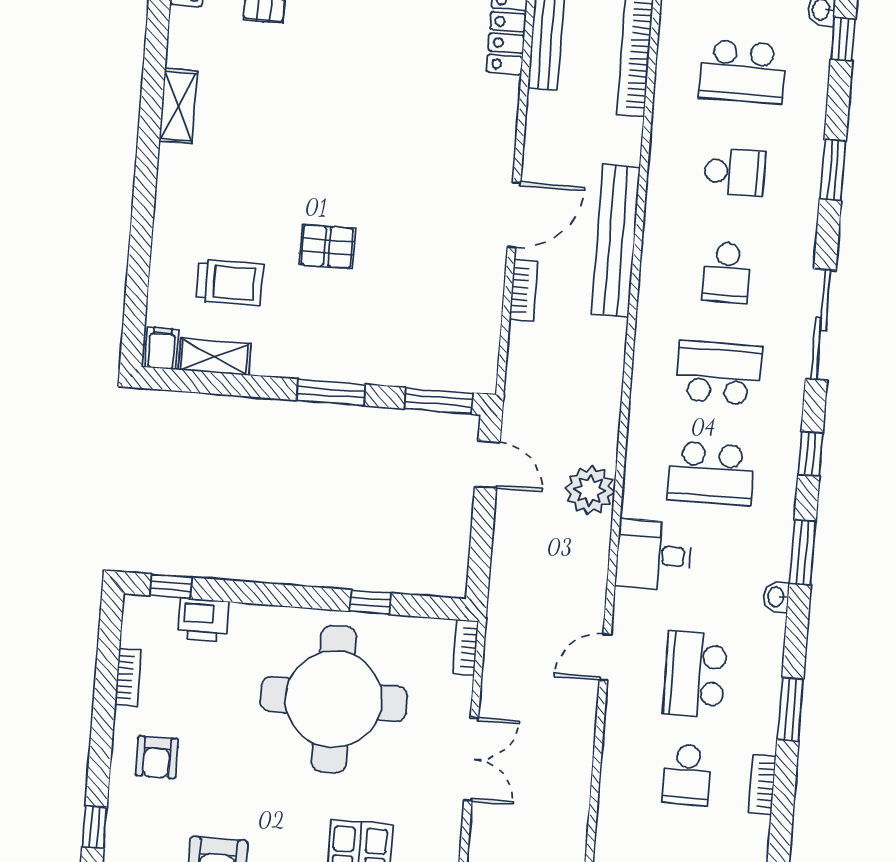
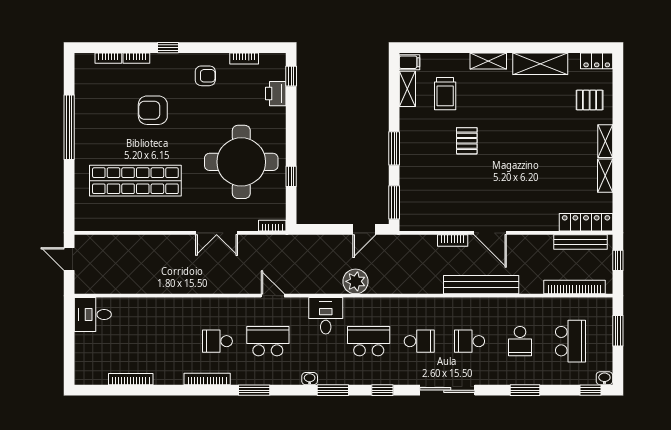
school desk: (742, 72) -> (570, 341), turned 180
shelving: (178, 106) -> (540, 64), width x1.50, depth x1.33
shelving: (171, 191) -> (488, 61), added
school desk: (719, 373) -> (419, 341), width x0.54
school desk: (711, 473) -> (369, 341), turned 90
armchair: (157, 757) -> (205, 76), turned 180
bookcase: (762, 785) -> (207, 379), width x1.56

